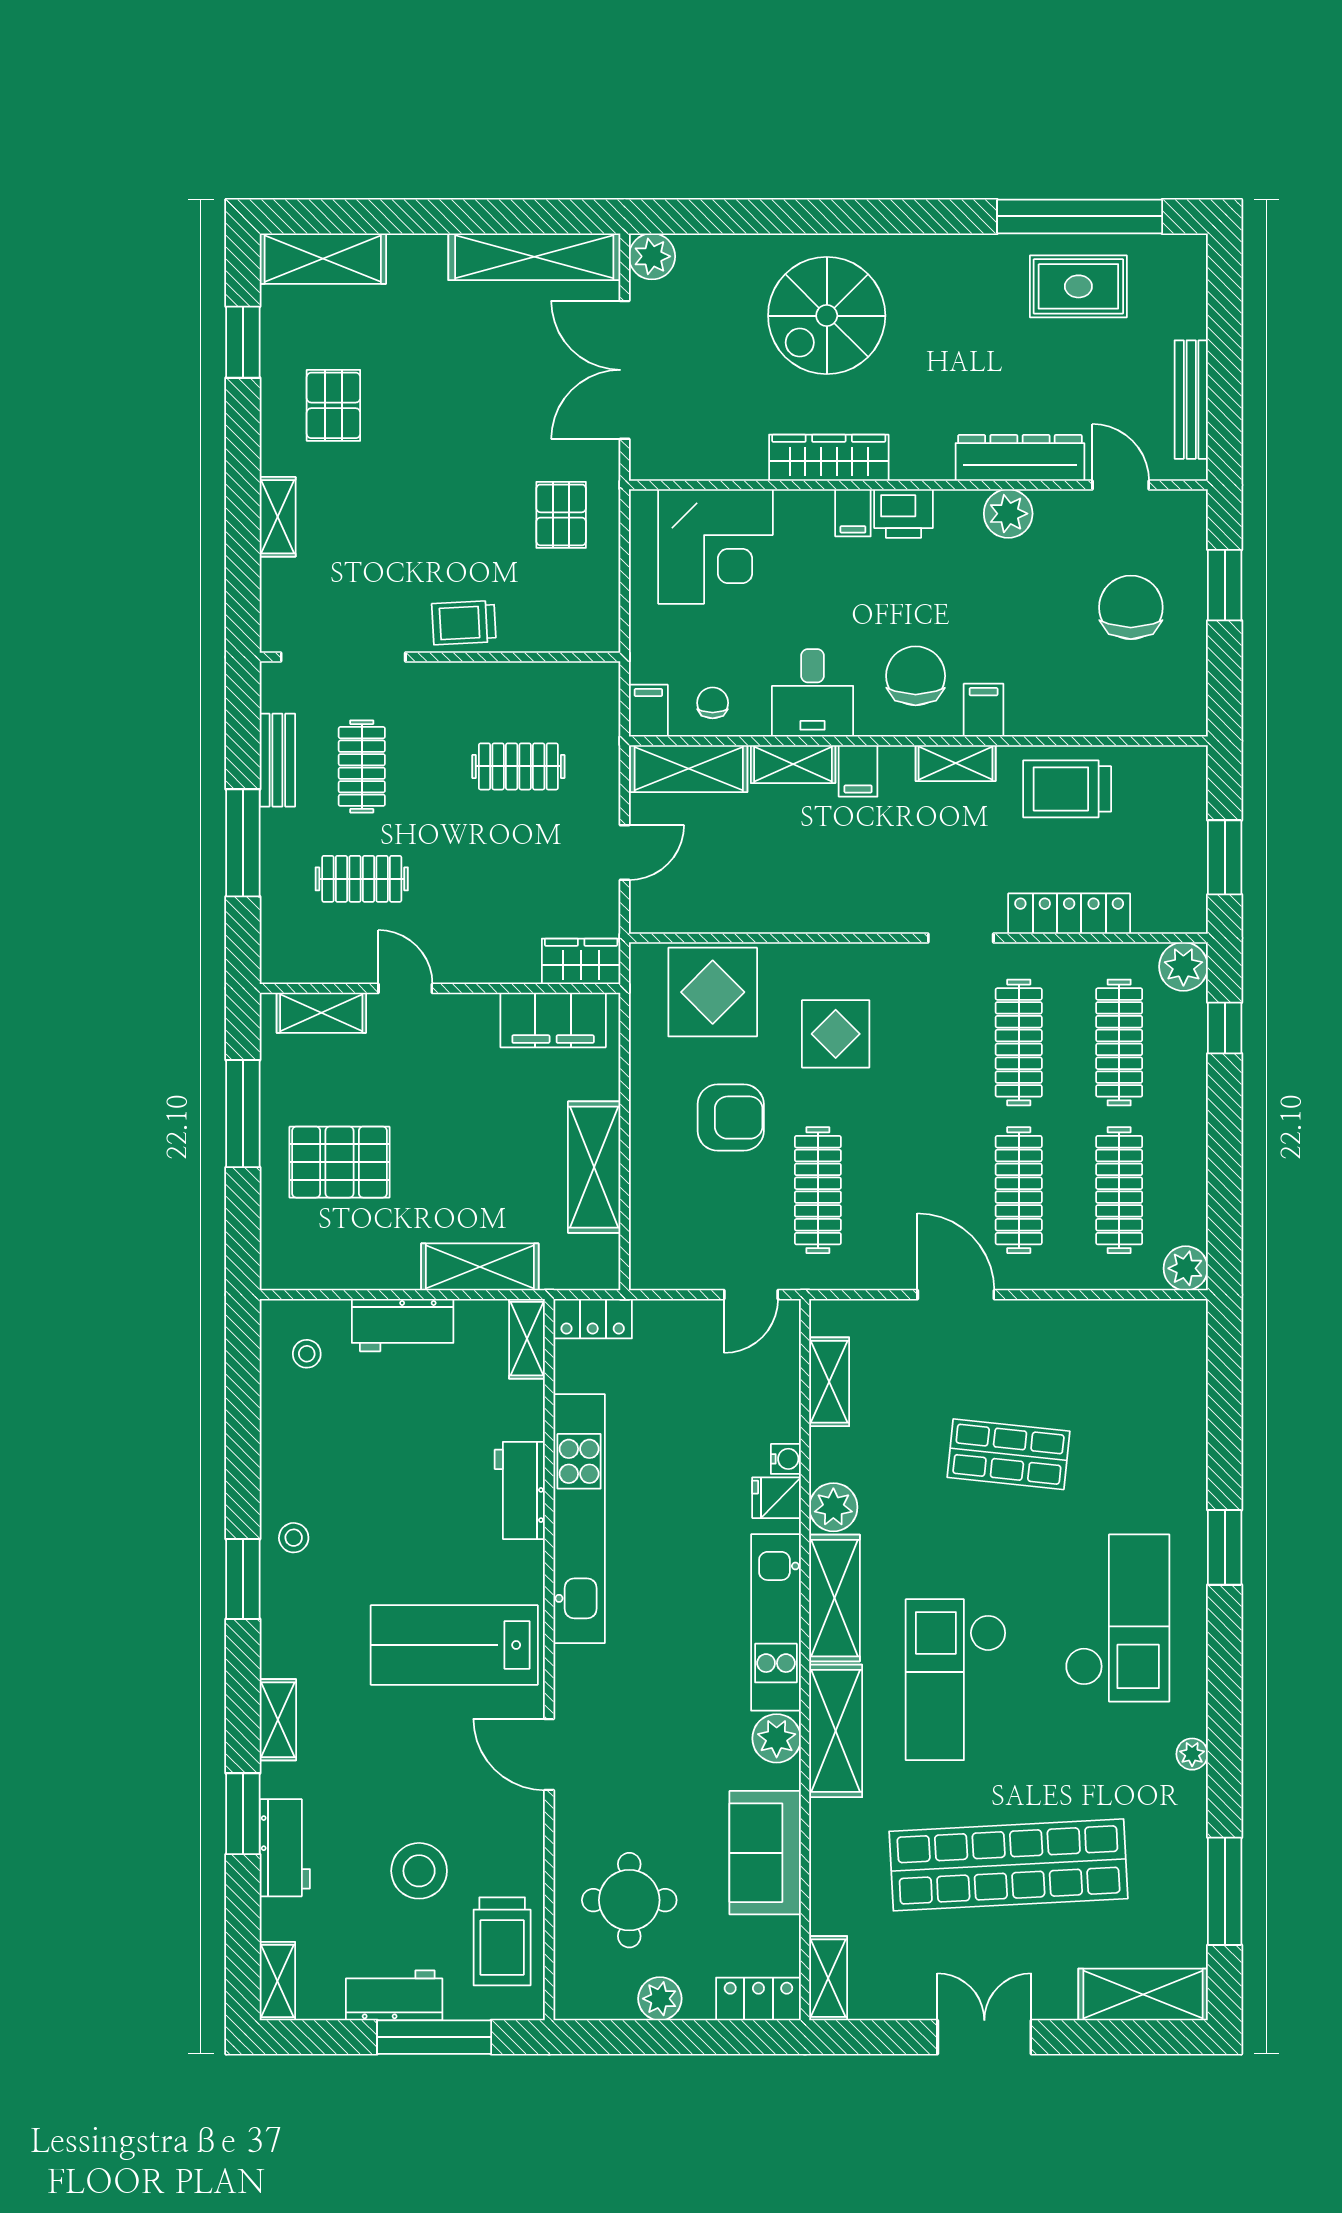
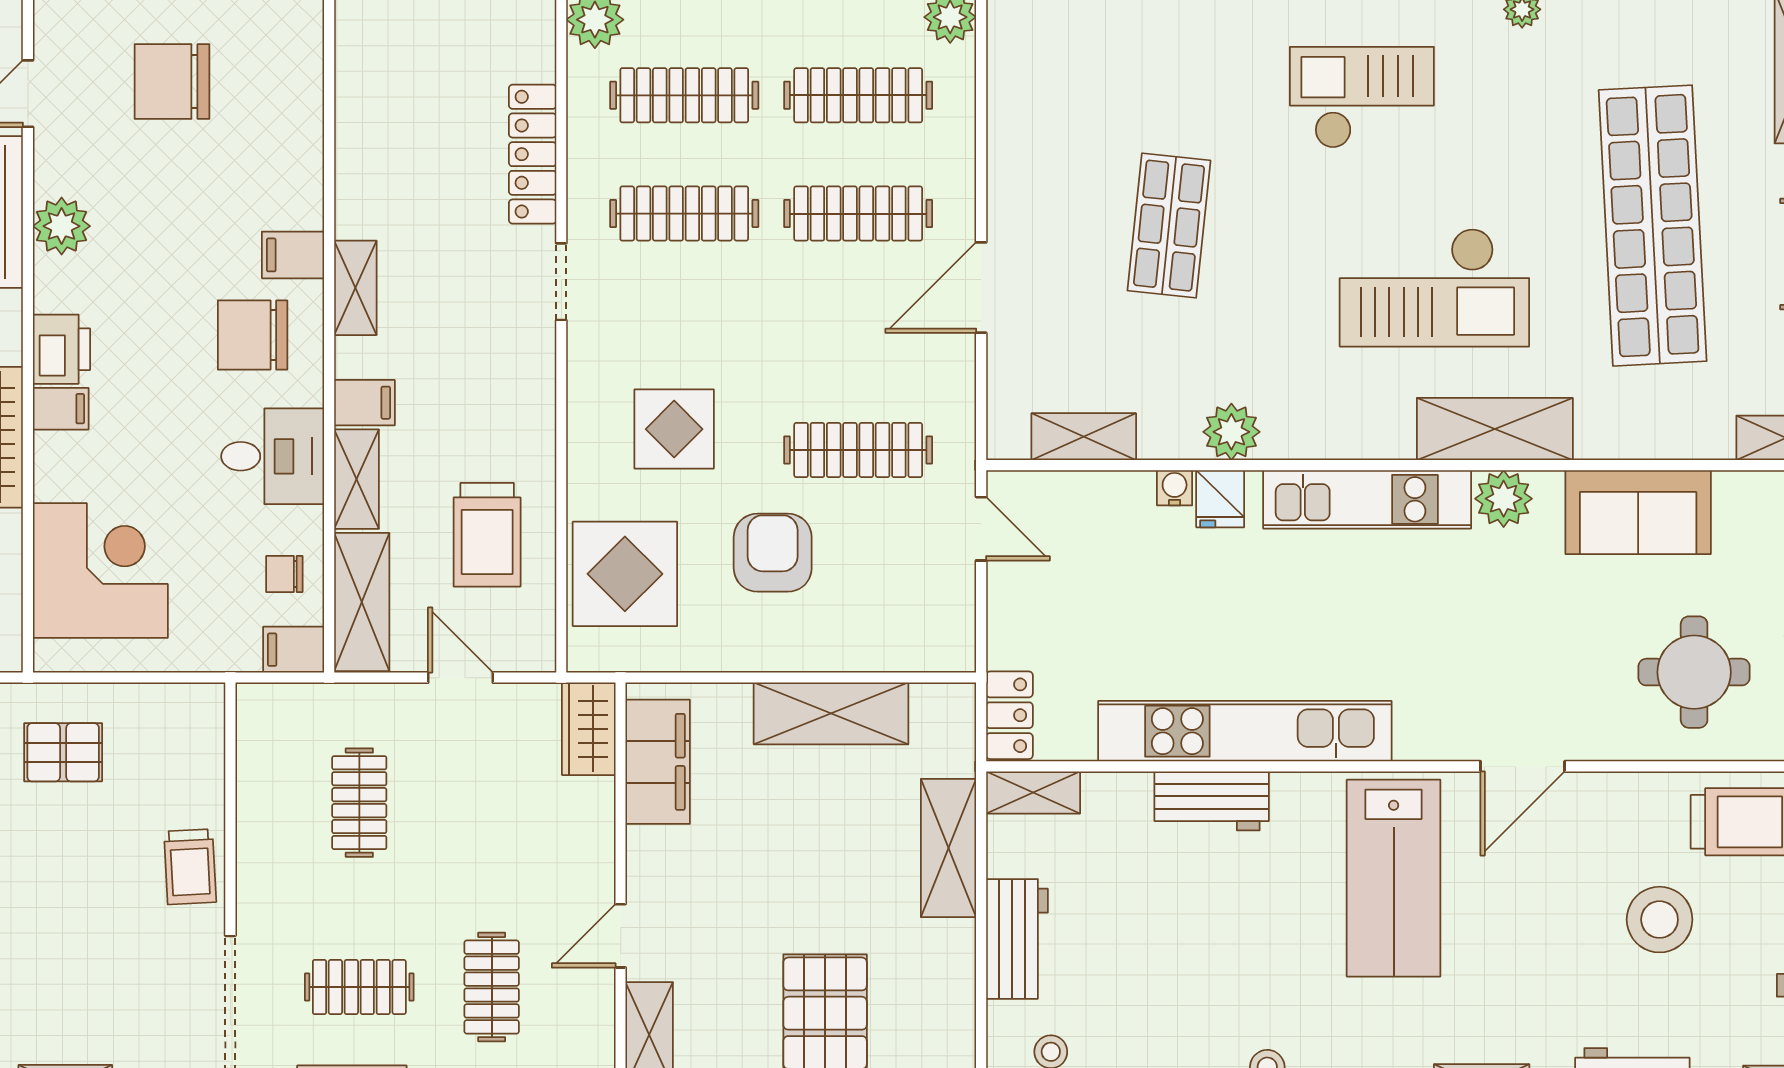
trolley: (1067, 789) -> (487, 535), moved
shelving: (835, 1598) -> (1338, 430), removed
checkout: (1117, 1618) -> (1362, 97), width x0.73, depth x0.83

